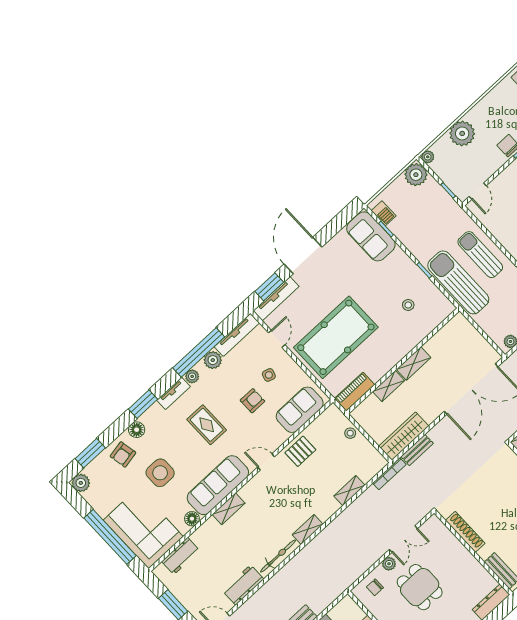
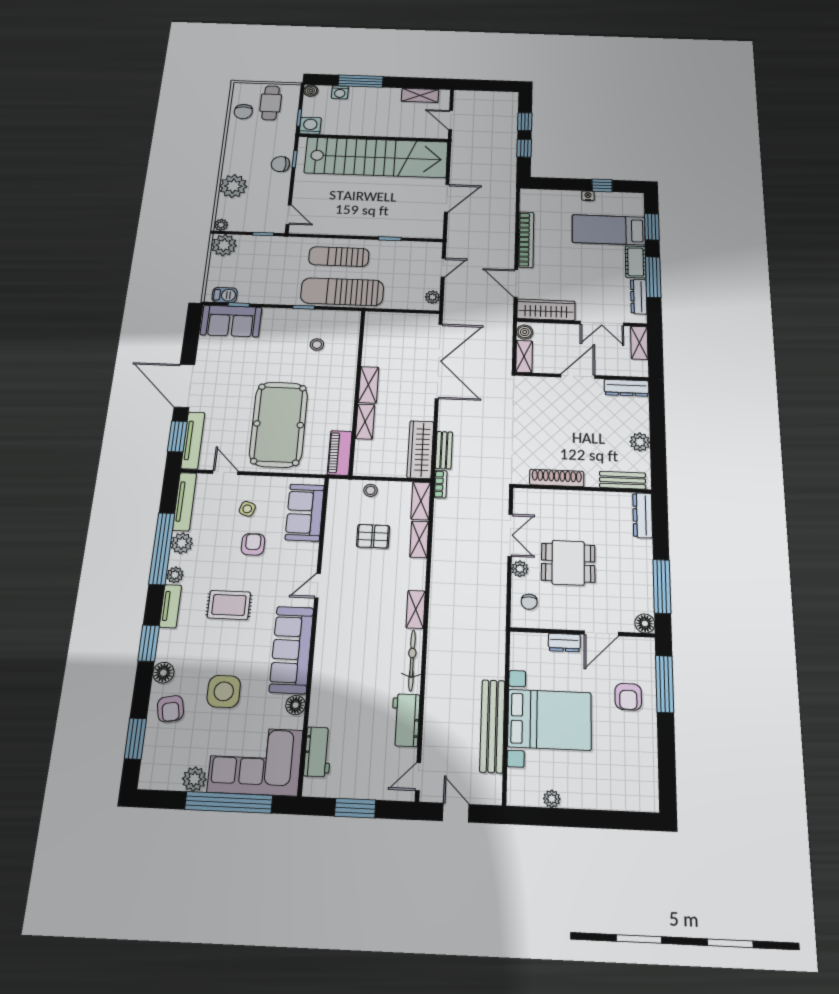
pallet: (300, 451) -> (373, 536), moved, turned 90
bookcase: (389, 474) -> (440, 484), width x0.64
plant: (81, 483) -> (194, 779), moved
shelving: (229, 509) -> (421, 501), moved

